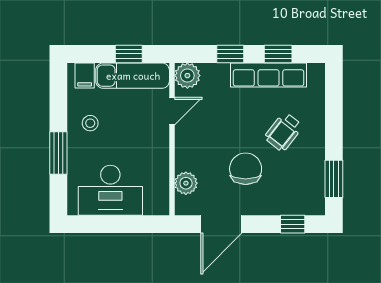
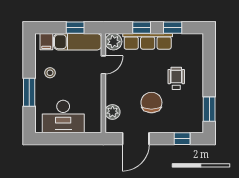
row of seats: (269, 75) -> (148, 41), moved
wheelchair: (284, 132) -> (176, 78), turned 142

